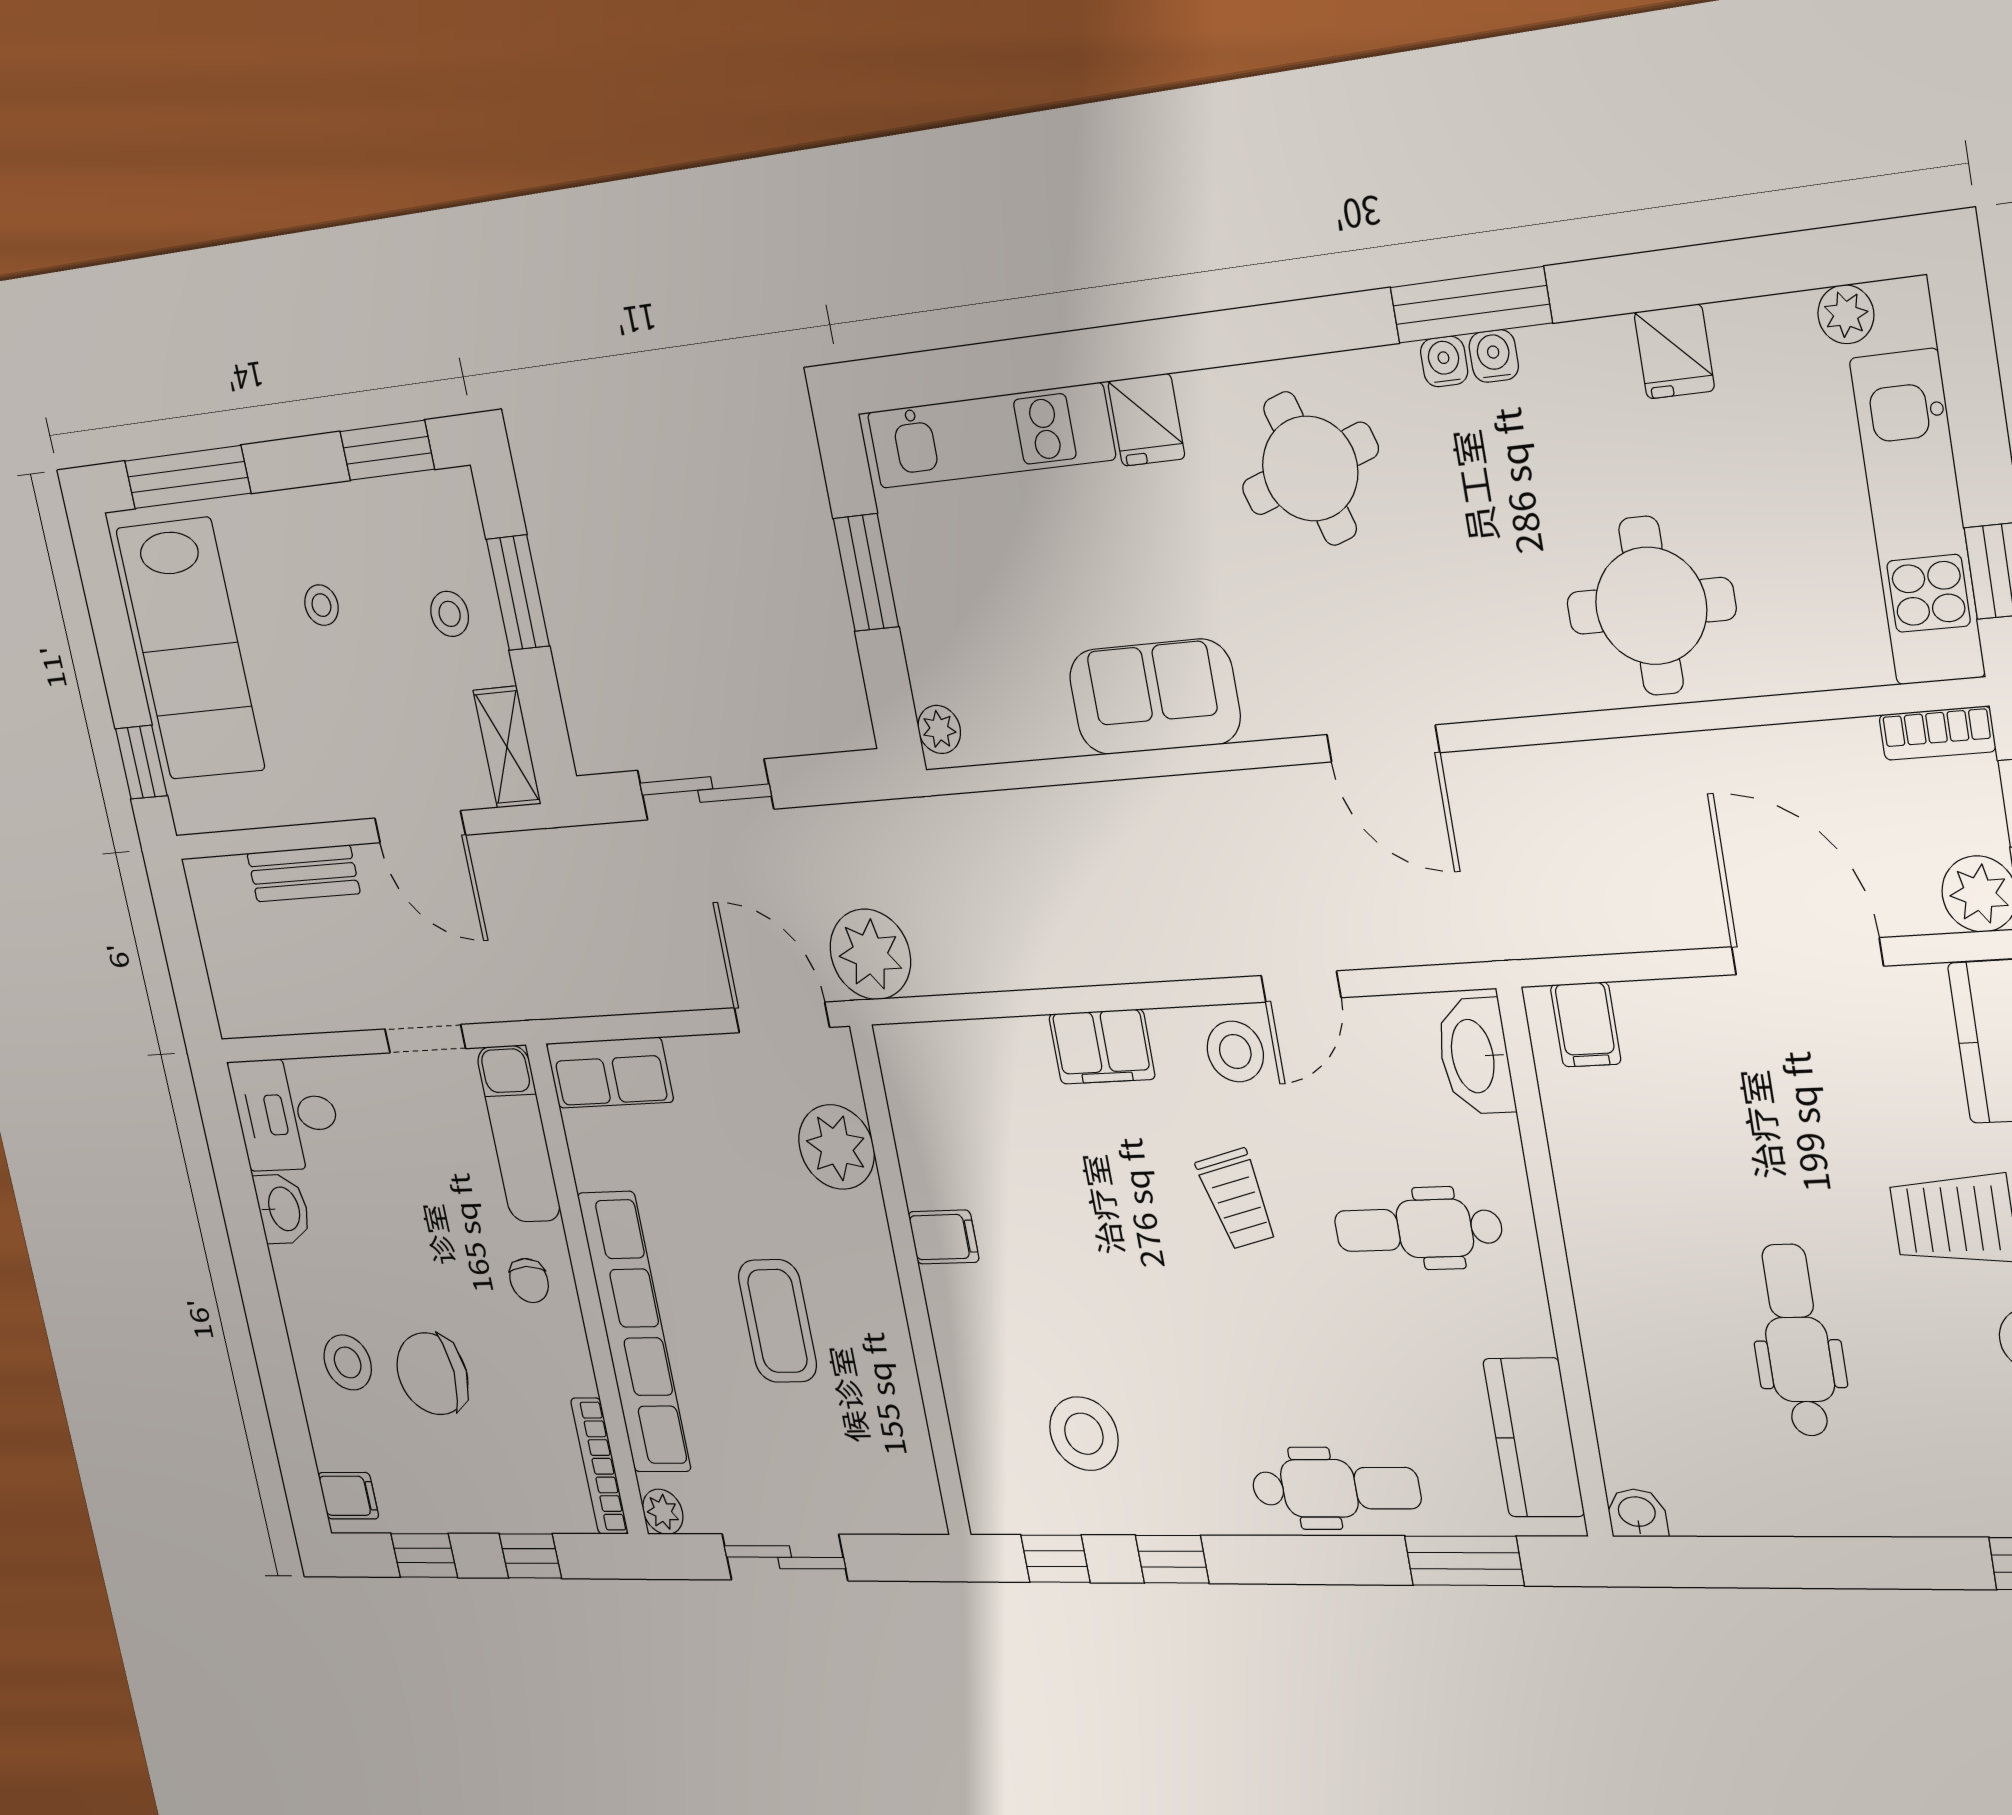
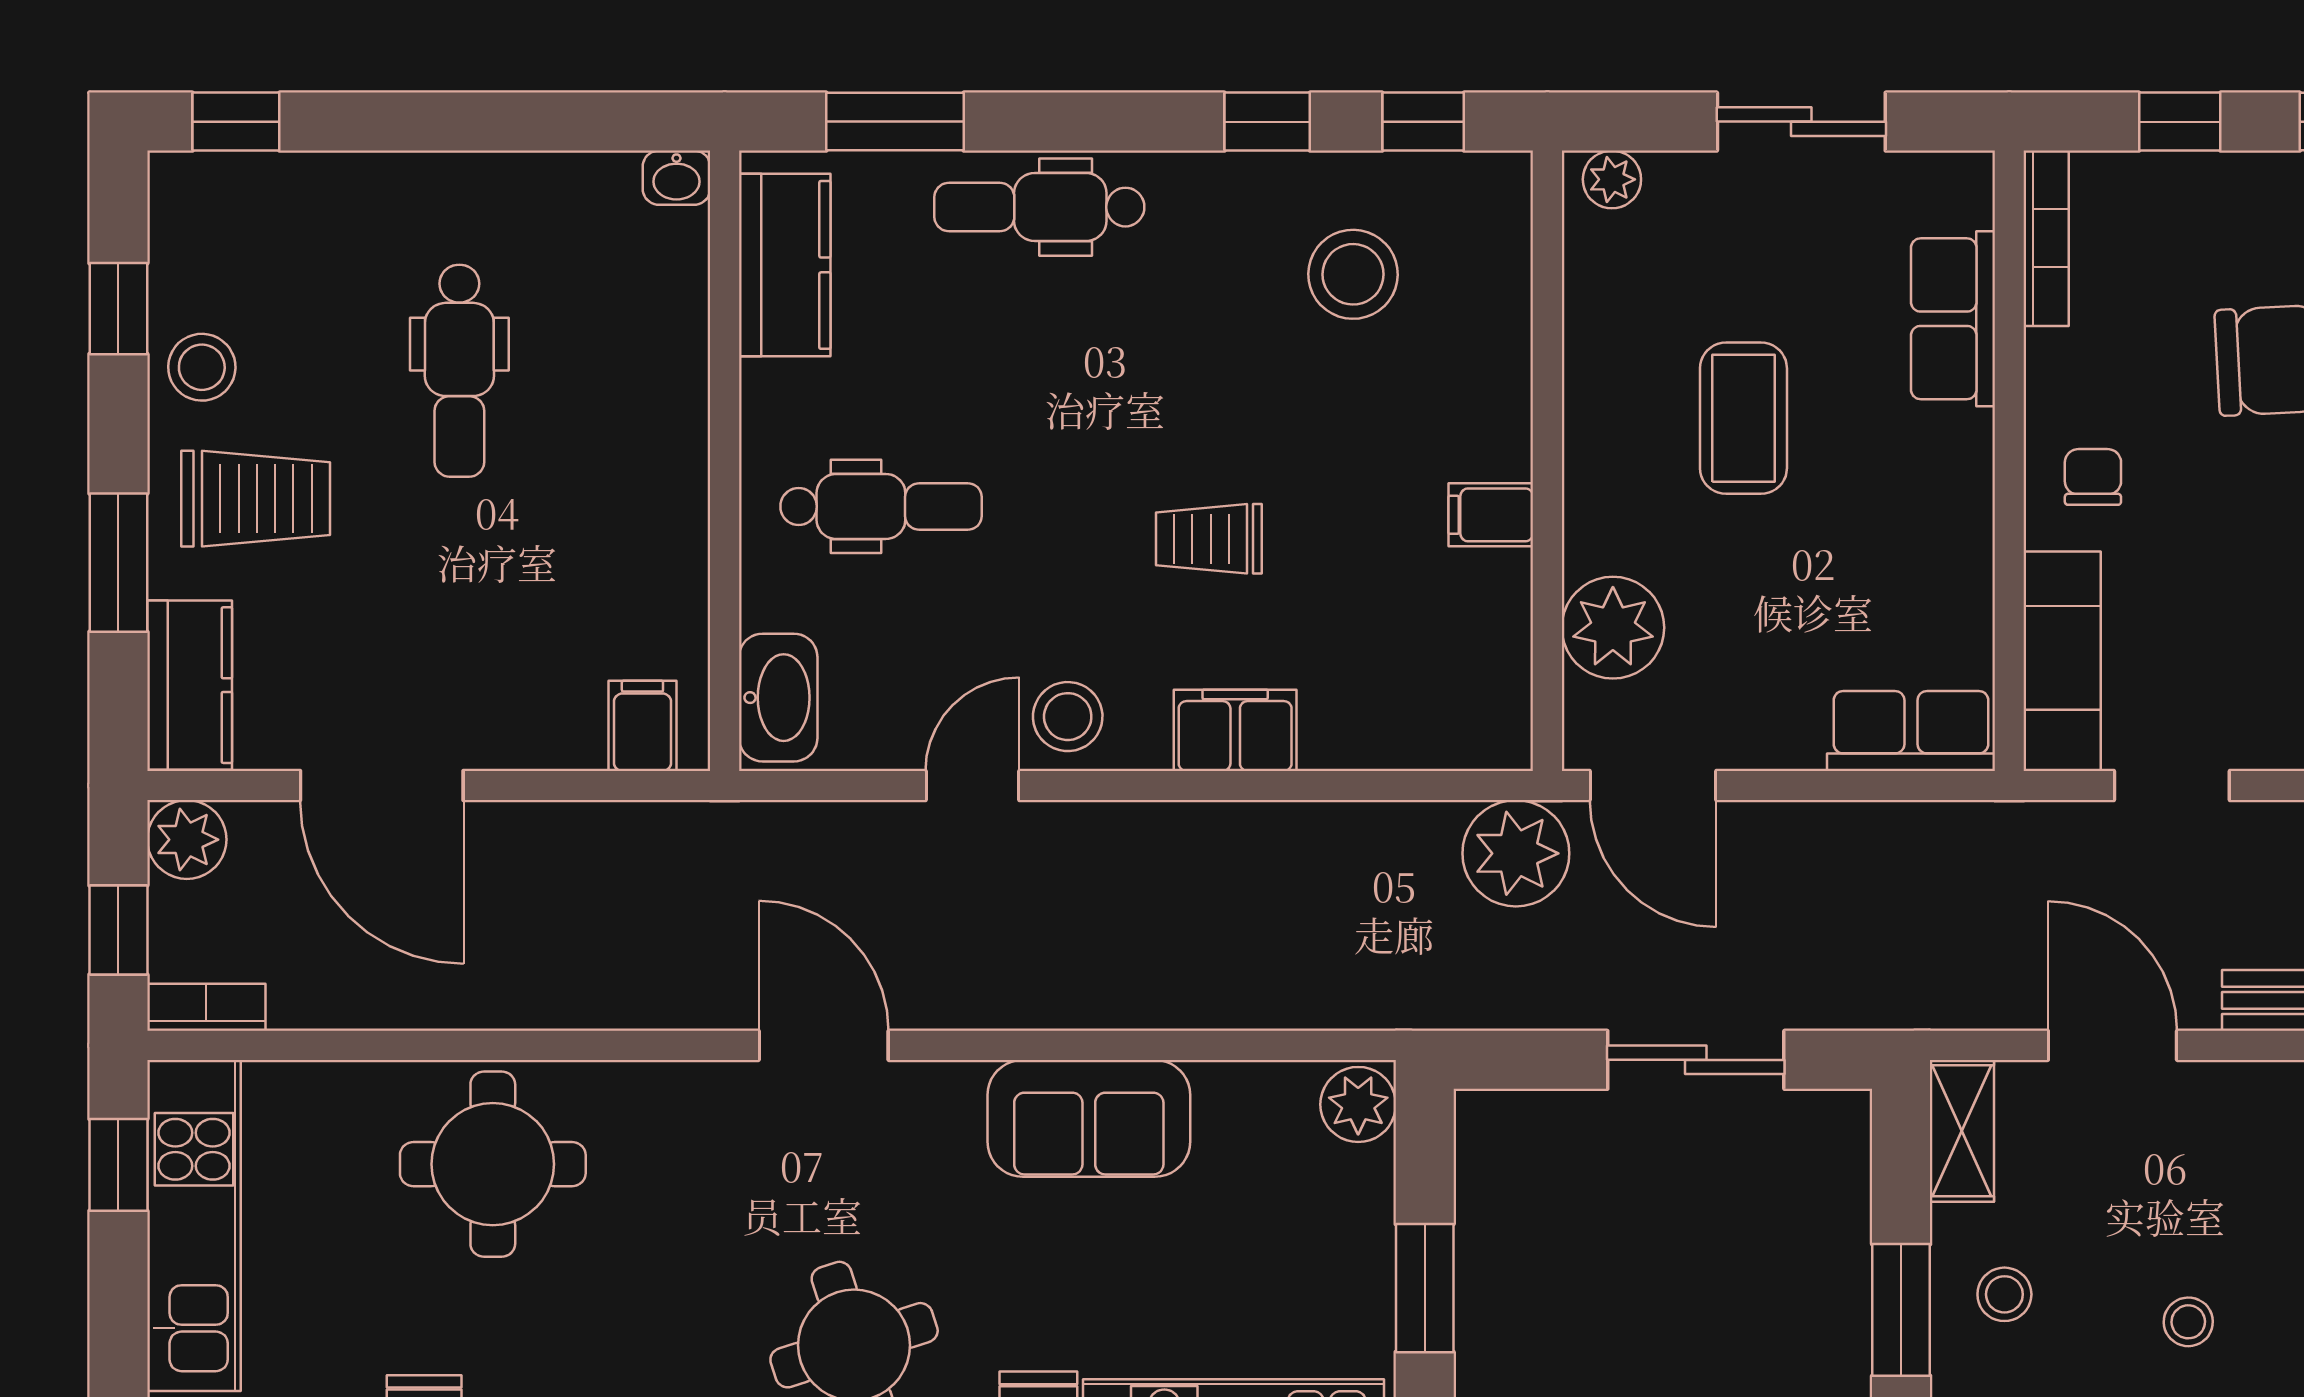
plant: (939, 729) -> (1358, 1104), width x1.38, depth x1.38
trolley: (1237, 1199) -> (1209, 539), moved, turned -77
row of seats: (634, 1333) -> (1953, 319), width x0.50
plant: (663, 1512) -> (1612, 179), moved

